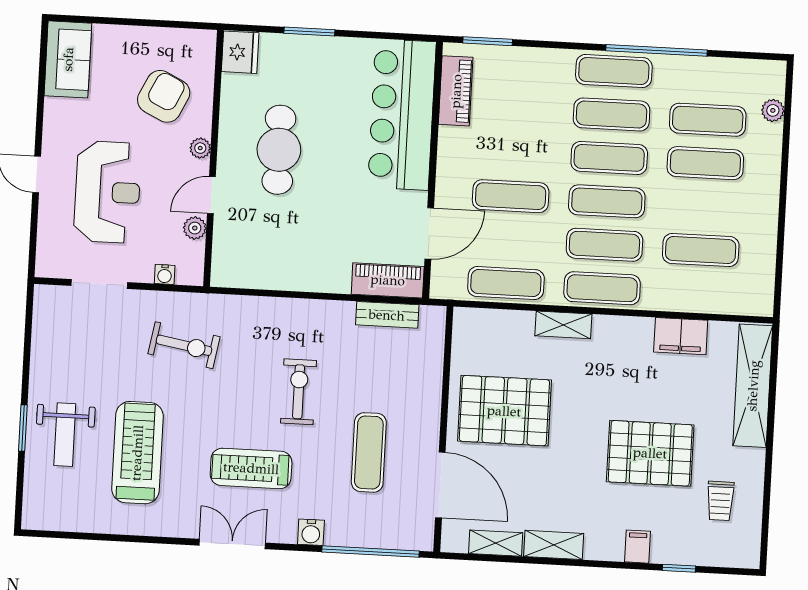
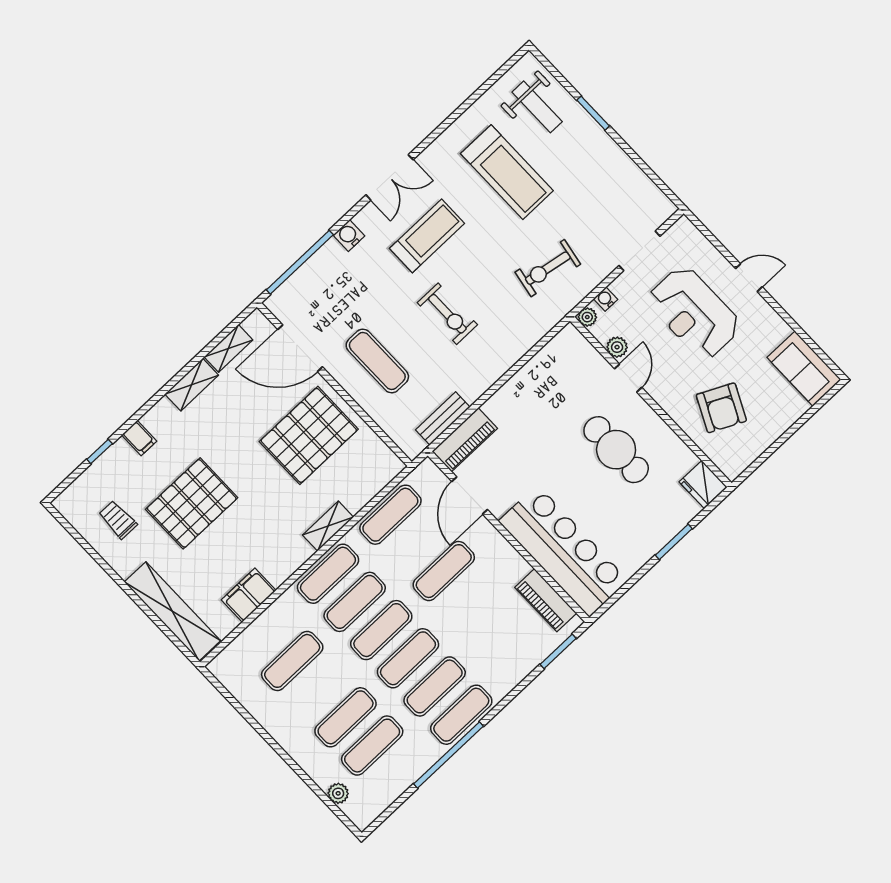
plant: (200, 148) -> (587, 317), moved
weight bench: (65, 435) -> (537, 107), moved, turned 180
exercise mat: (369, 452) -> (377, 361), moved

